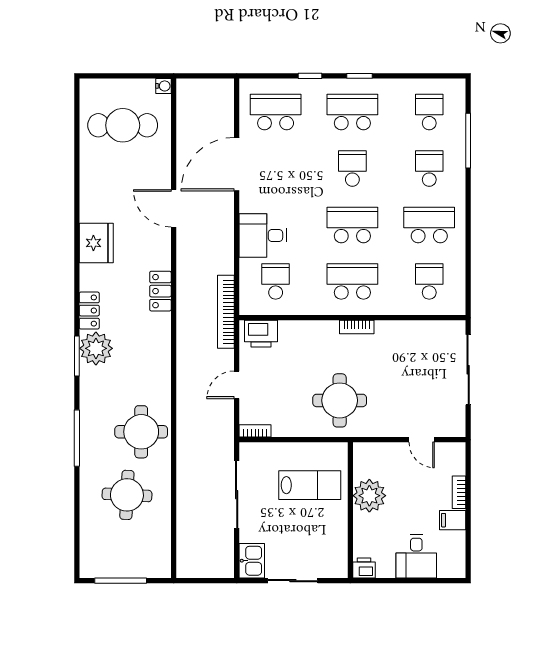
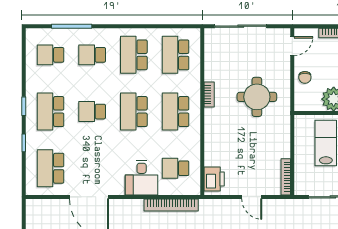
school desk: (429, 281) -> (176, 55), width x1.85
bookcase: (226, 312) -> (171, 205), moved
bookcase: (357, 327) -> (209, 94), moved
round table: (340, 400) -> (257, 97), moved
bookcase: (255, 431) -> (286, 177), width x1.56
door: (422, 440) -> (292, 46), moved
chair: (399, 457) -> (305, 77), added

